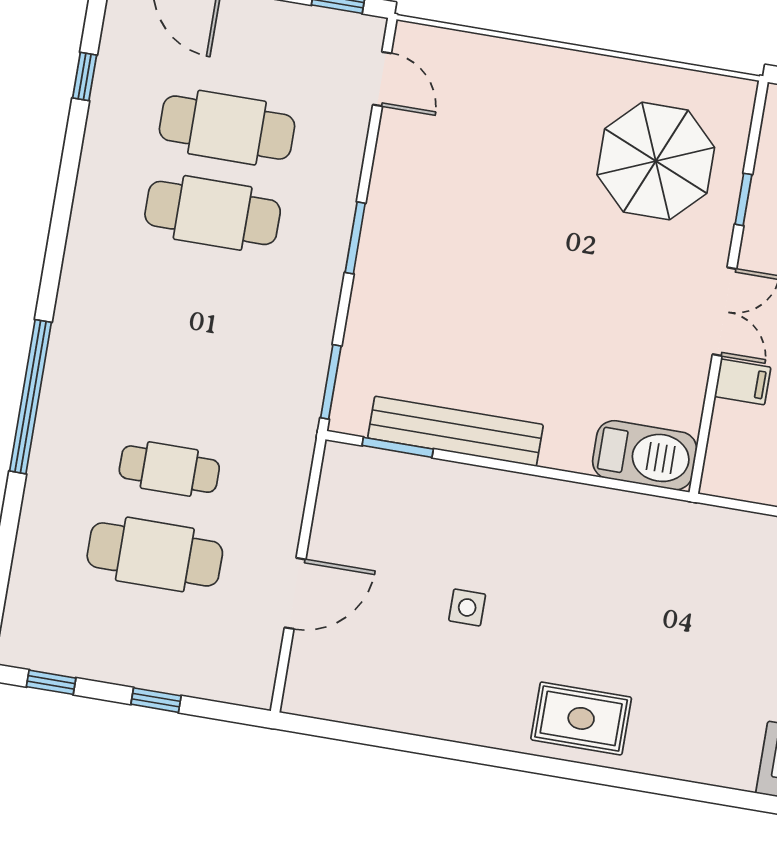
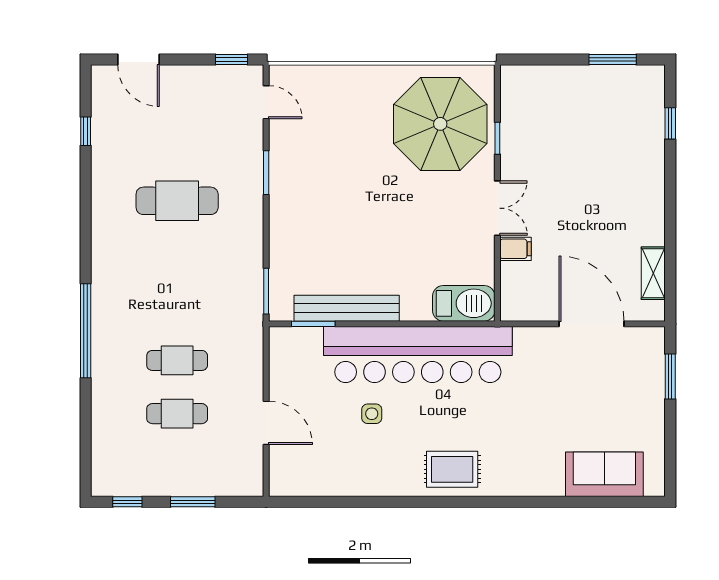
cafe table: (227, 128) -> (177, 148), removed
parasol: (656, 161) -> (440, 124), width x1.36, depth x1.36
window: (355, 238) -> (266, 173), moved
bar counter: (557, 525) -> (418, 355), added
cafe table: (155, 554) -> (177, 414), width x0.73, depth x0.74
door: (295, 593) -> (266, 423), hinge flipped
window: (156, 700) -> (193, 502), width x1.50

